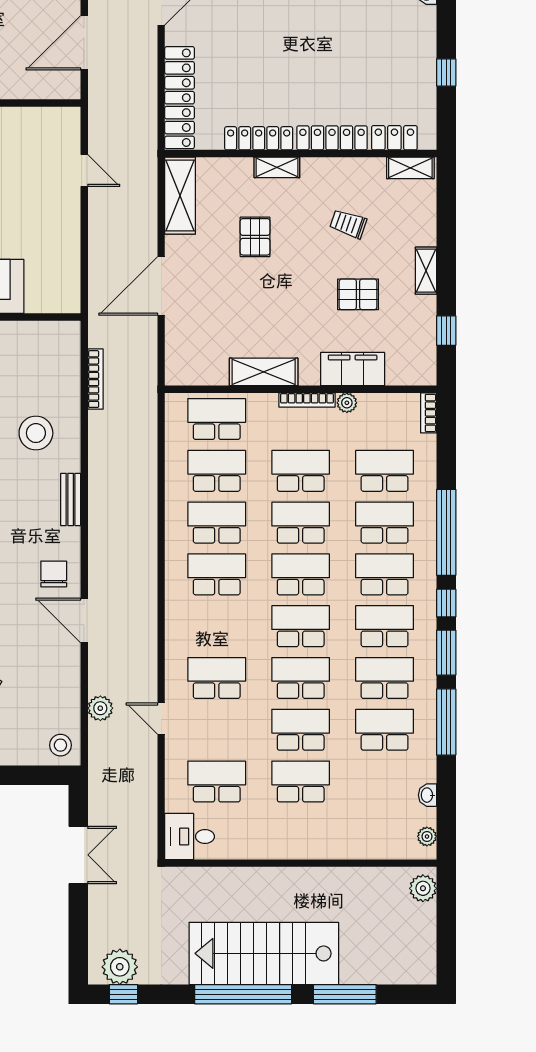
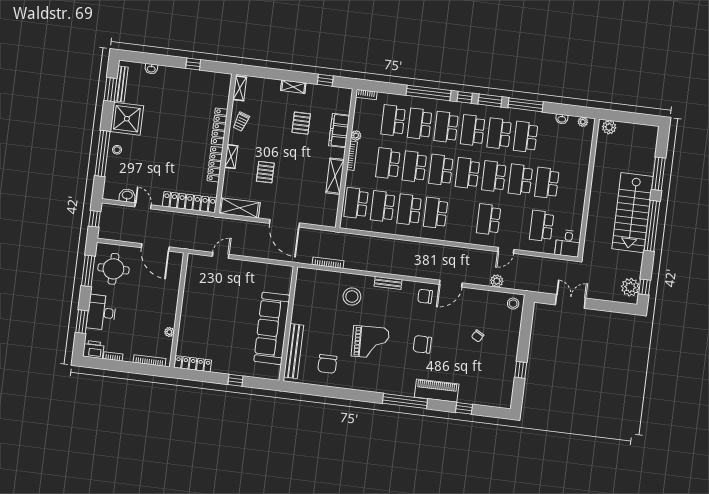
locker: (394, 138) -> (223, 95), removed
trolley: (348, 224) -> (241, 122), moved
pallet: (255, 237) -> (265, 172), turned 90

